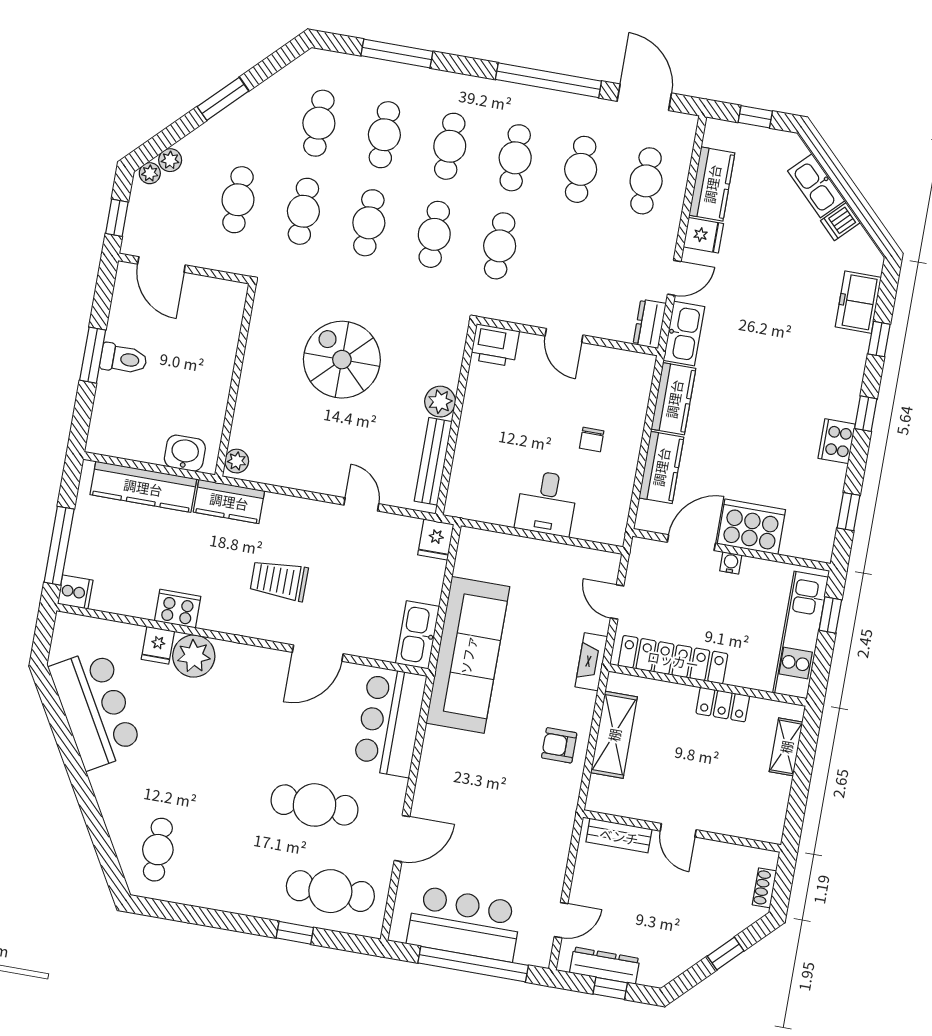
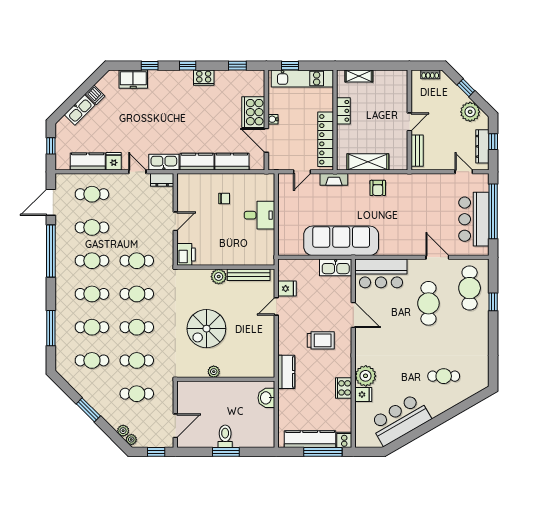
plant: (237, 461) -> (214, 372), moved
kitchen counter: (143, 487) -> (310, 439), moved, turned -90
fridge: (436, 539) -> (287, 289), moved
trolley: (279, 580) -> (321, 340), turned -90
cafe table: (158, 850) -> (444, 376), moved
plant: (677, 953) -> (470, 112), added

